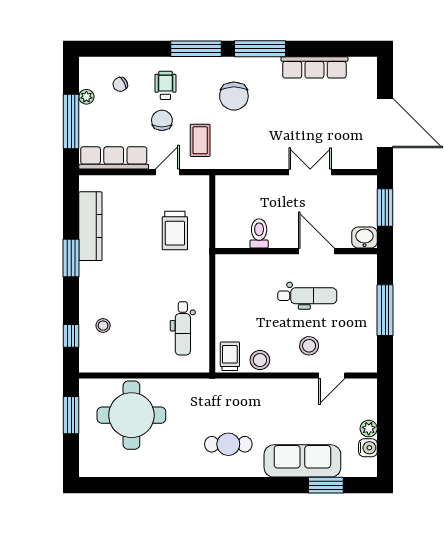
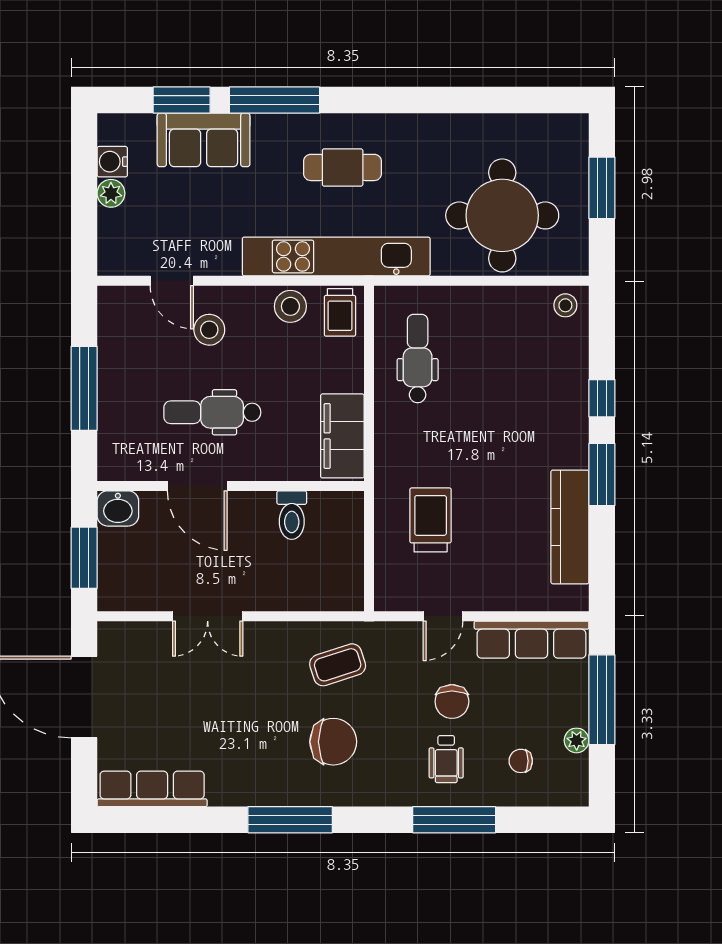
window: (196, 49) -> (454, 820), moved
row of seats: (314, 67) -> (152, 789), moved
chair: (120, 84) -> (521, 761), turned -151
chair: (234, 96) -> (333, 742), turned 90
coffee table: (200, 140) -> (338, 665), moved, turned 72
filing cabinet: (228, 281) -> (342, 436), added
stool: (103, 326) -> (565, 305), moved
window: (71, 336) -> (602, 398), moved
door: (332, 376) -> (172, 281), swing flipped
kitchen unit: (232, 390) -> (336, 256), added
window: (71, 415) -> (602, 188), moved
sofa: (302, 461) -> (204, 140), width x0.73
window: (270, 485) -> (274, 100), added

